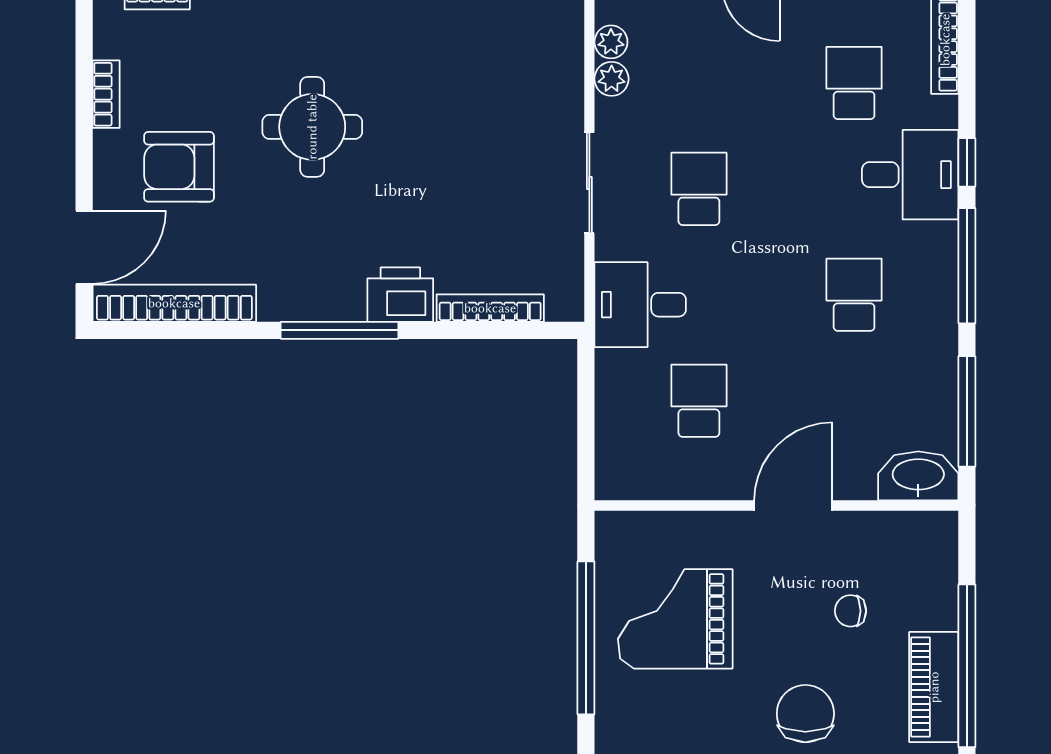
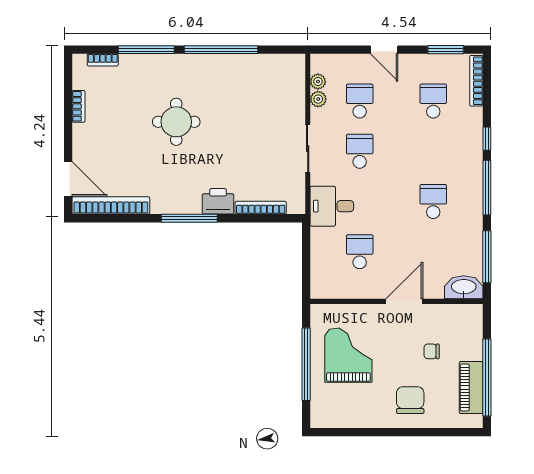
school desk: (699, 83) -> (360, 101), added
armchair: (179, 167) -> (113, 141), removed
desk: (910, 175) -> (460, 144), removed
door: (84, 247) -> (68, 179), hinge flipped
grand piano: (675, 619) -> (348, 355), turned 90

